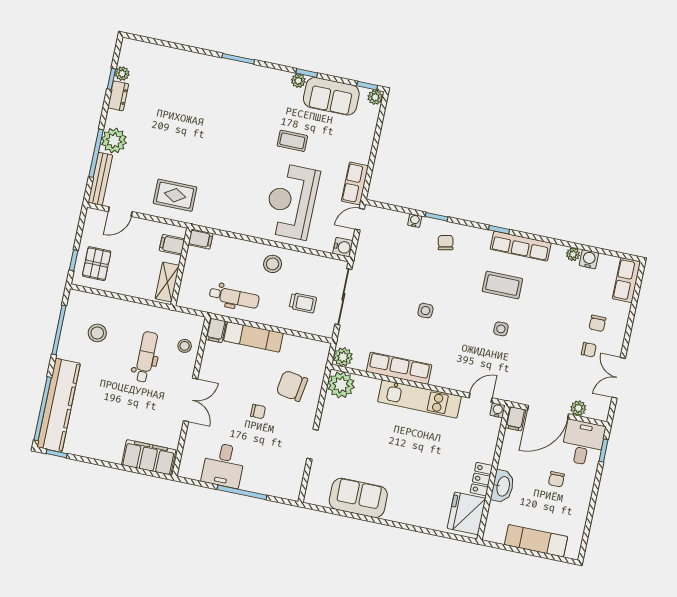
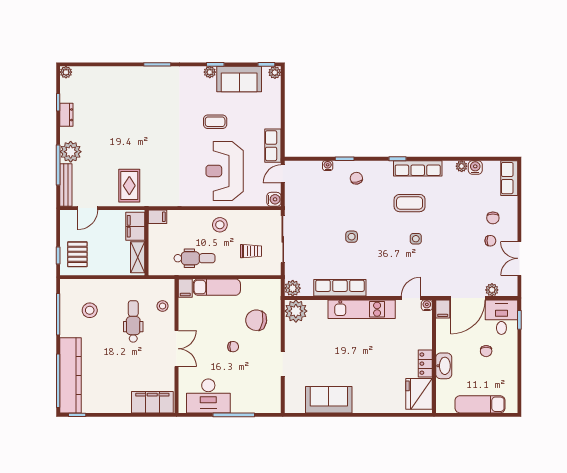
plant: (122, 74) -> (66, 72), moved
rug: (175, 195) -> (129, 186), turned 90
filing cabinet: (172, 245) -> (135, 226), width x2.00
desk: (223, 465) -> (208, 396), width x1.37

